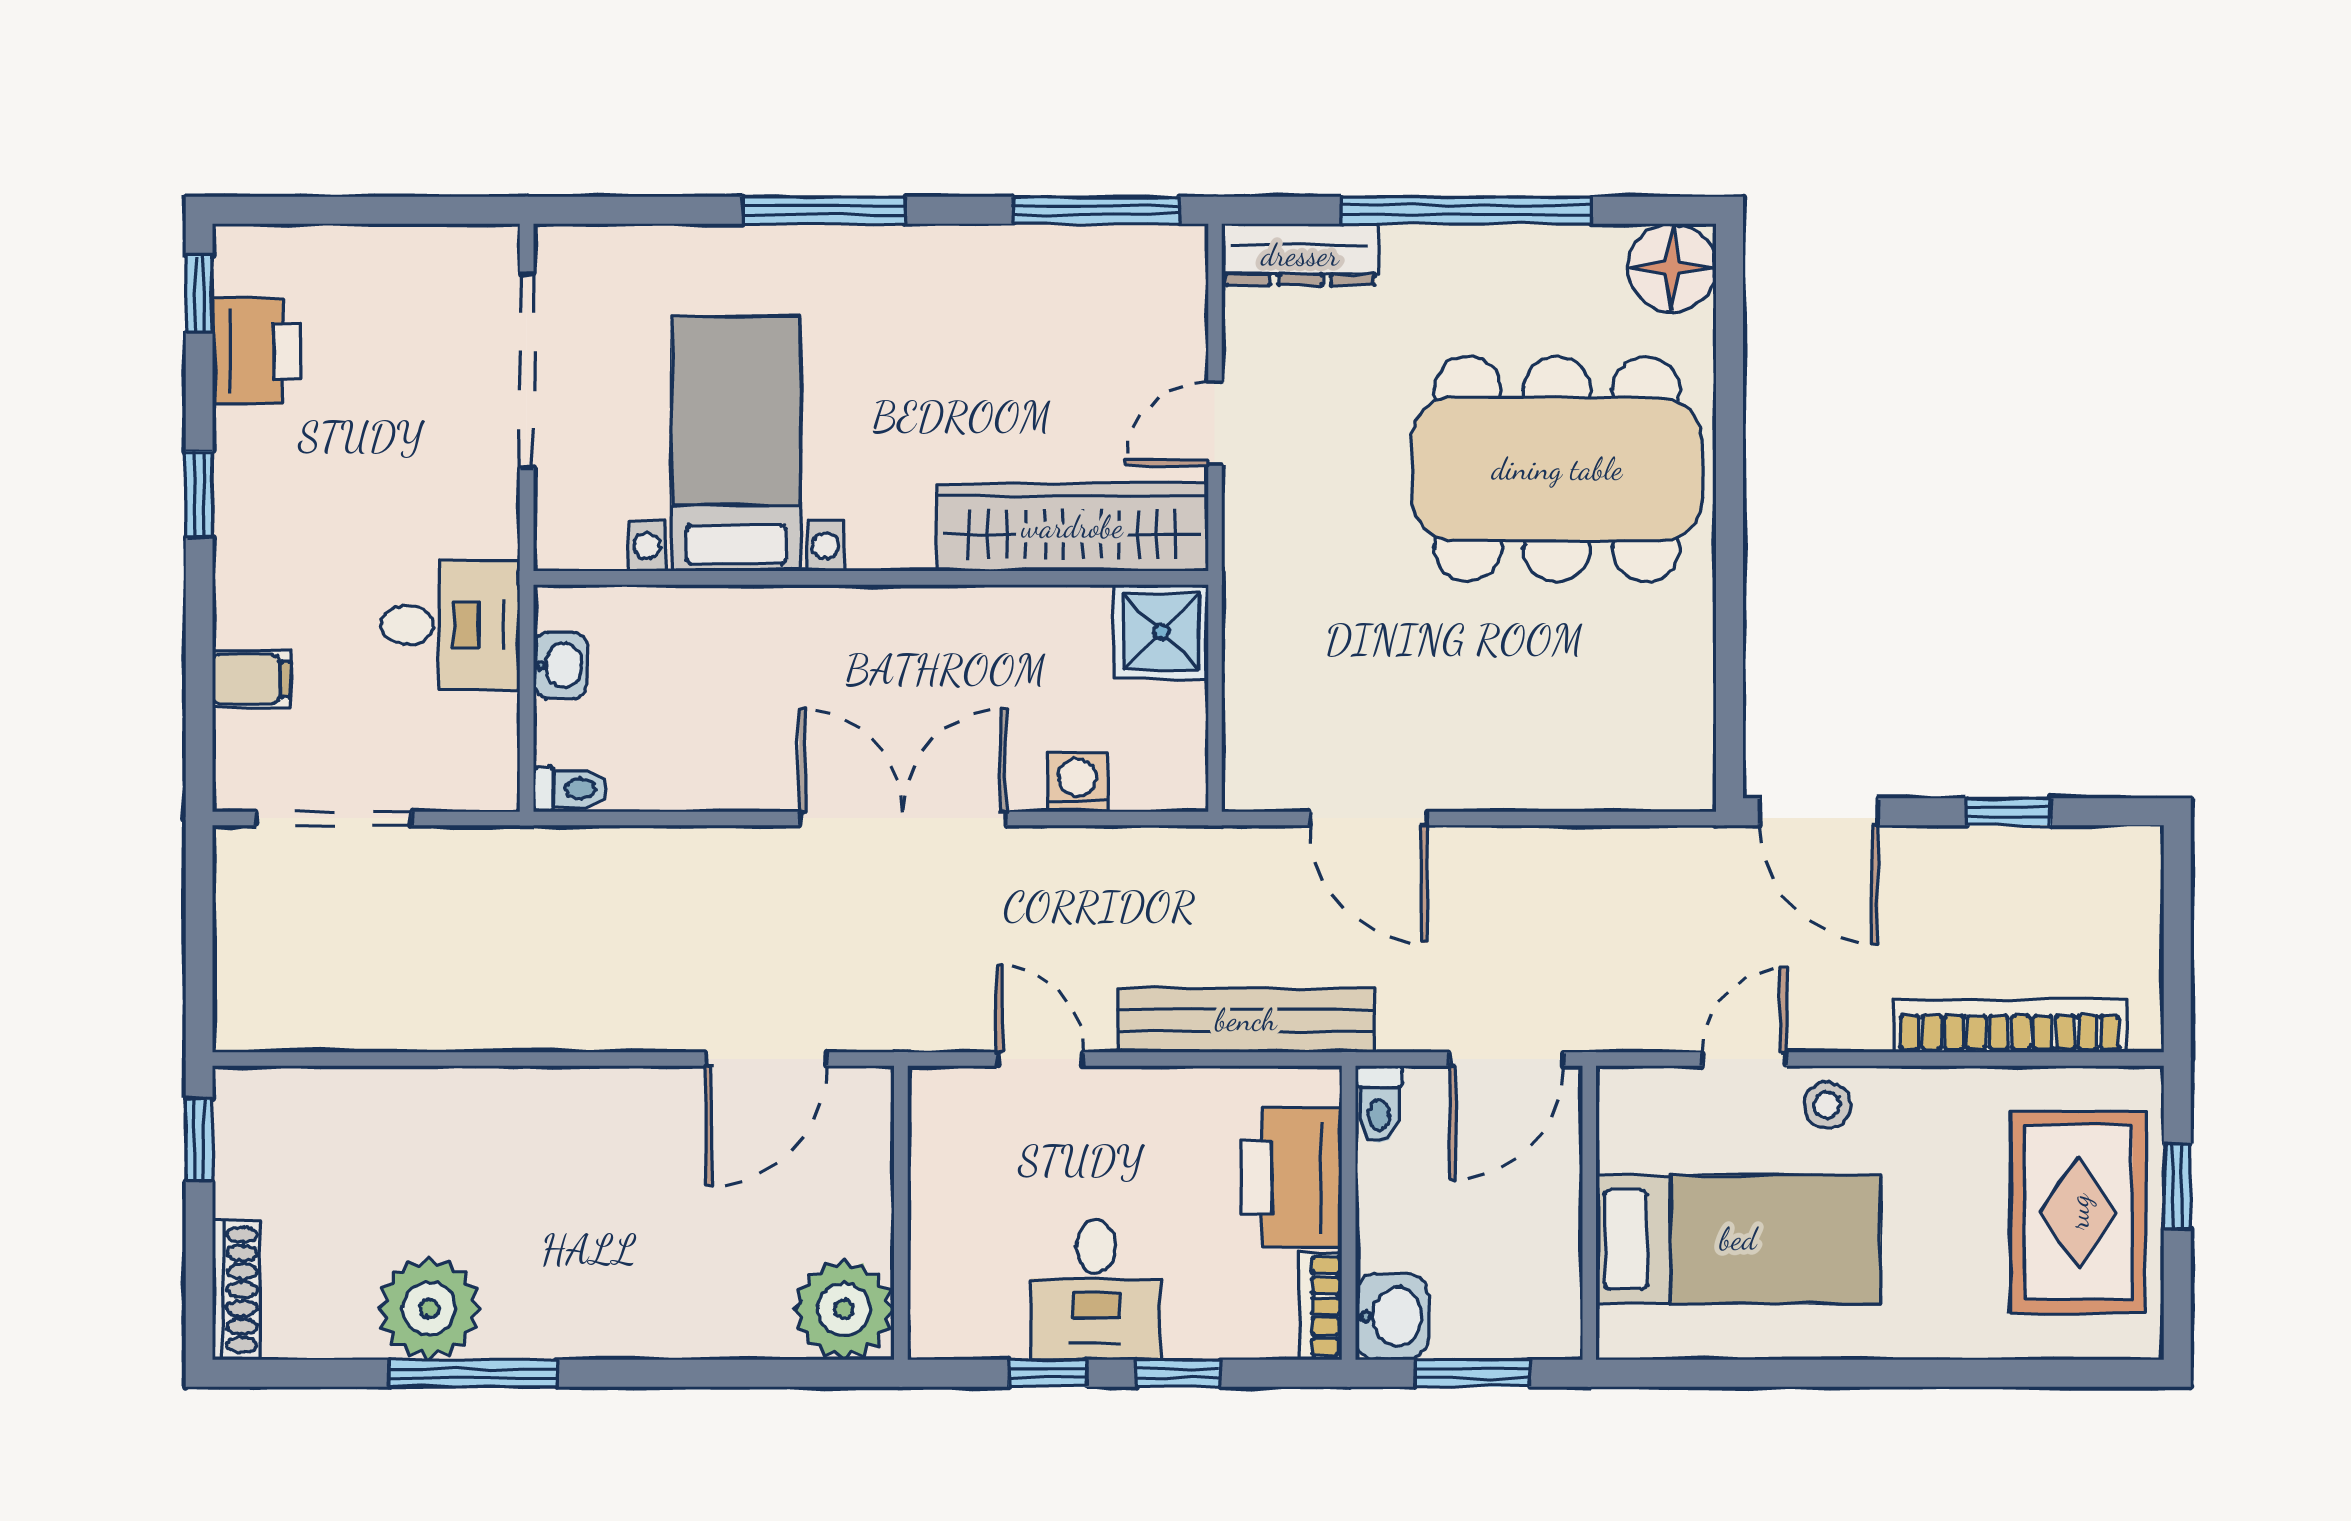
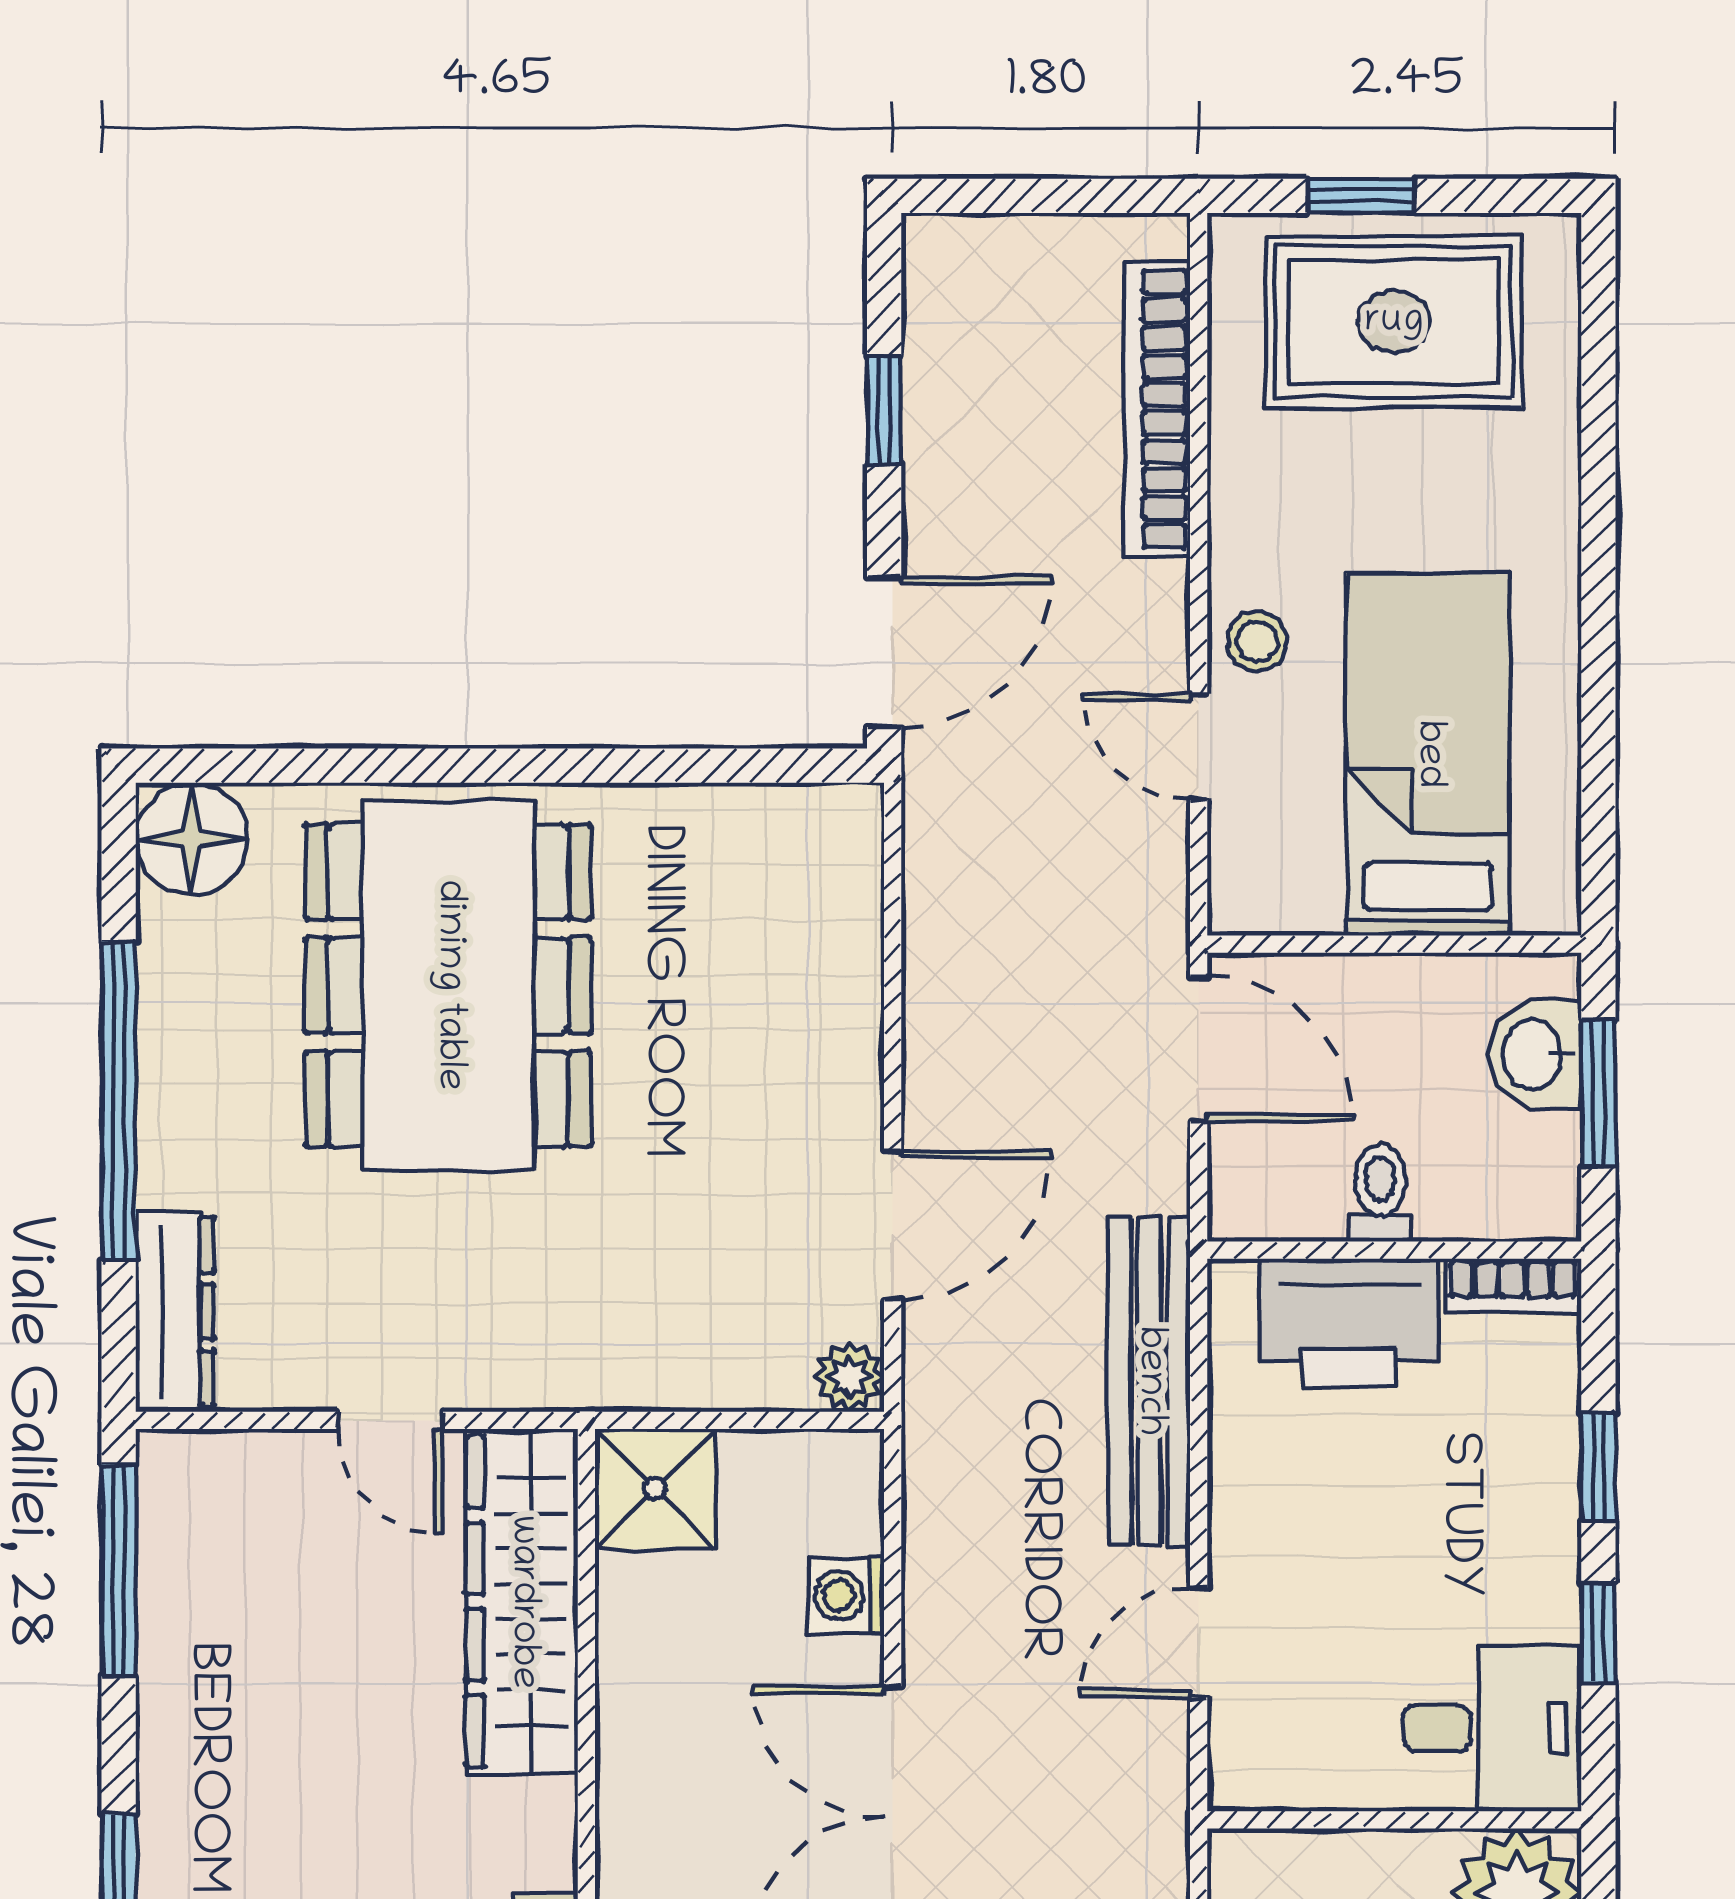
plant: (1249, 785) -> (849, 1377), added
toilet: (1379, 1104) -> (1380, 1193), moved, turned -90
desk: (1096, 1290) -> (1492, 1728), moved
washbasin: (1392, 1316) -> (1535, 1054), moved, turned -90

